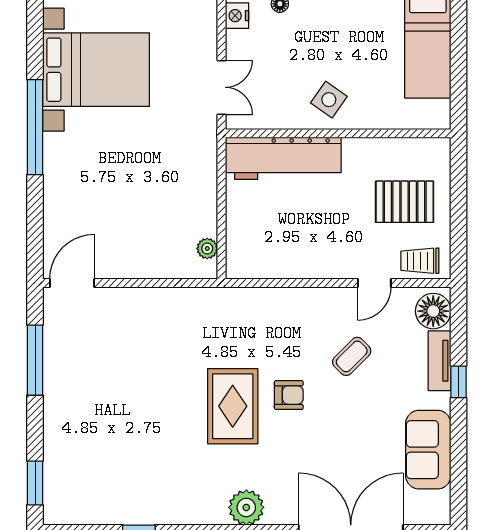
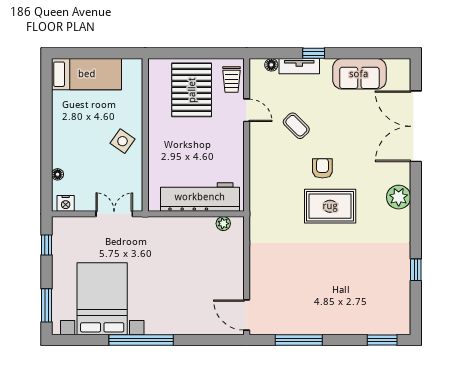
workbench: (283, 158) -> (200, 197), moved, turned -90
pallet: (405, 202) -> (192, 90), width x1.37, depth x1.41
floor lamp: (433, 311) -> (271, 65), width x0.53, depth x0.53

